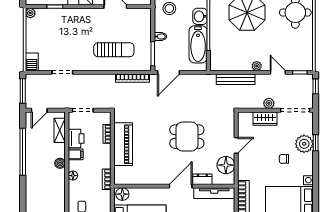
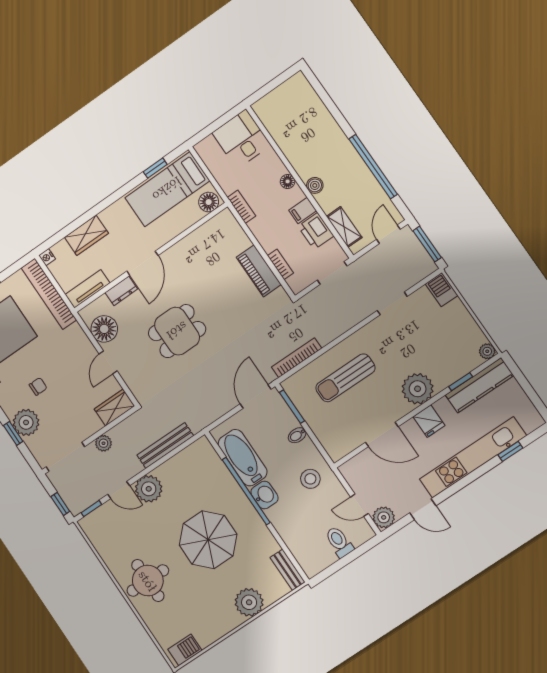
plant: (80, 18) -> (418, 389), added
plant: (257, 66) -> (149, 489), width x1.88, depth x1.88
wardrobe: (265, 119) -> (114, 408), moved
piano: (123, 144) -> (259, 271), width x0.73, depth x0.75
tv unit: (214, 193) -> (87, 289), width x0.71

